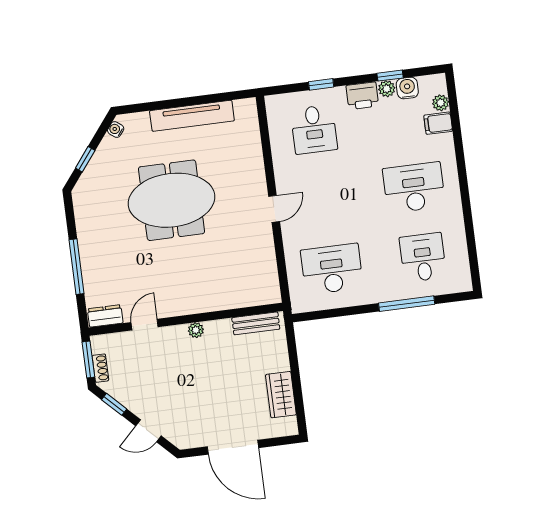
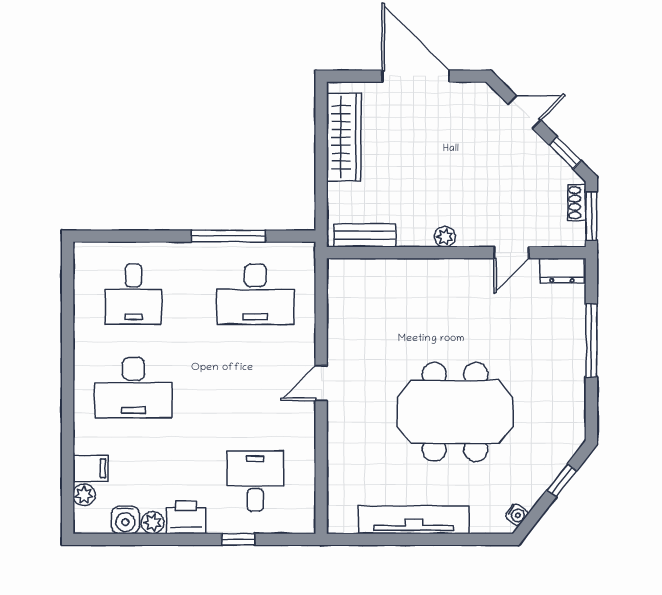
window: (390, 76) -> (146, 539), removed
window: (407, 304) -> (228, 236), moved
wardrobe: (281, 395) -> (344, 137), width x1.50

